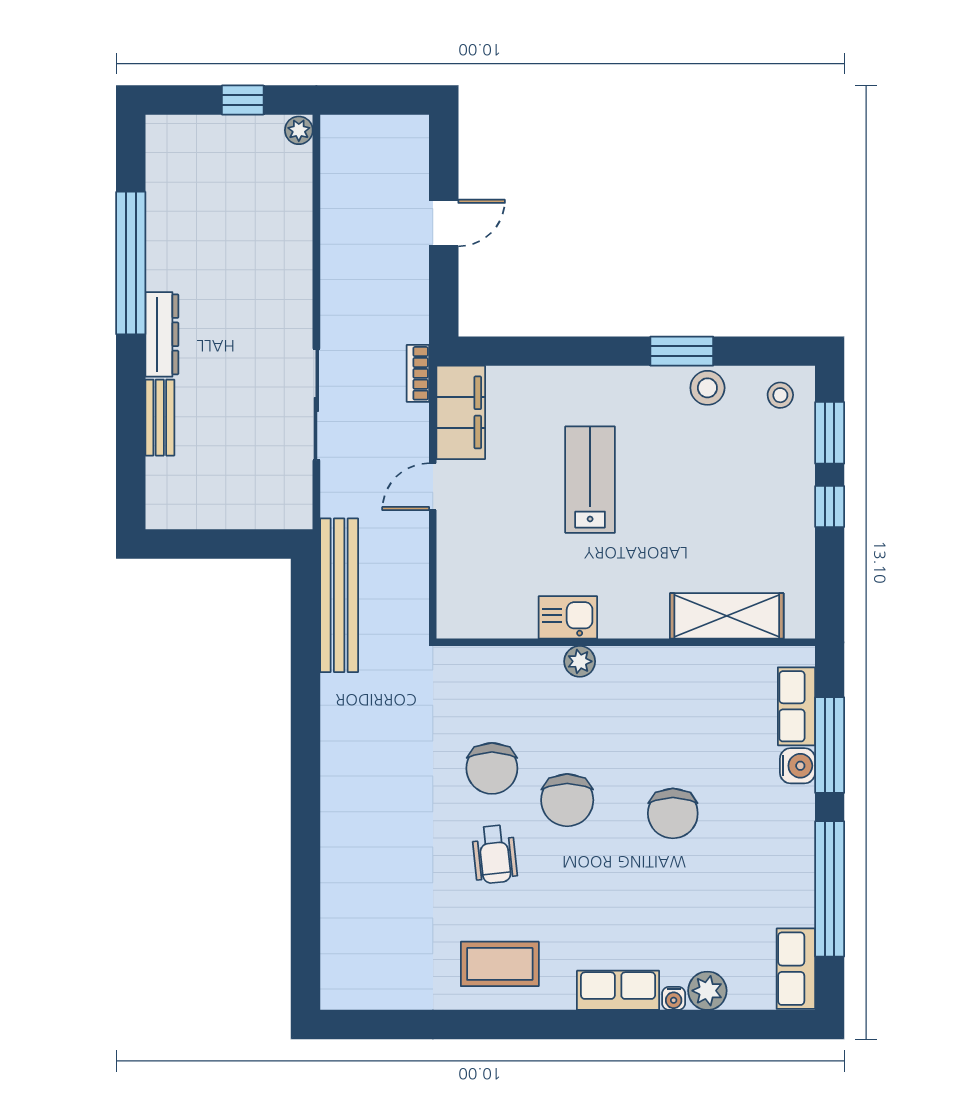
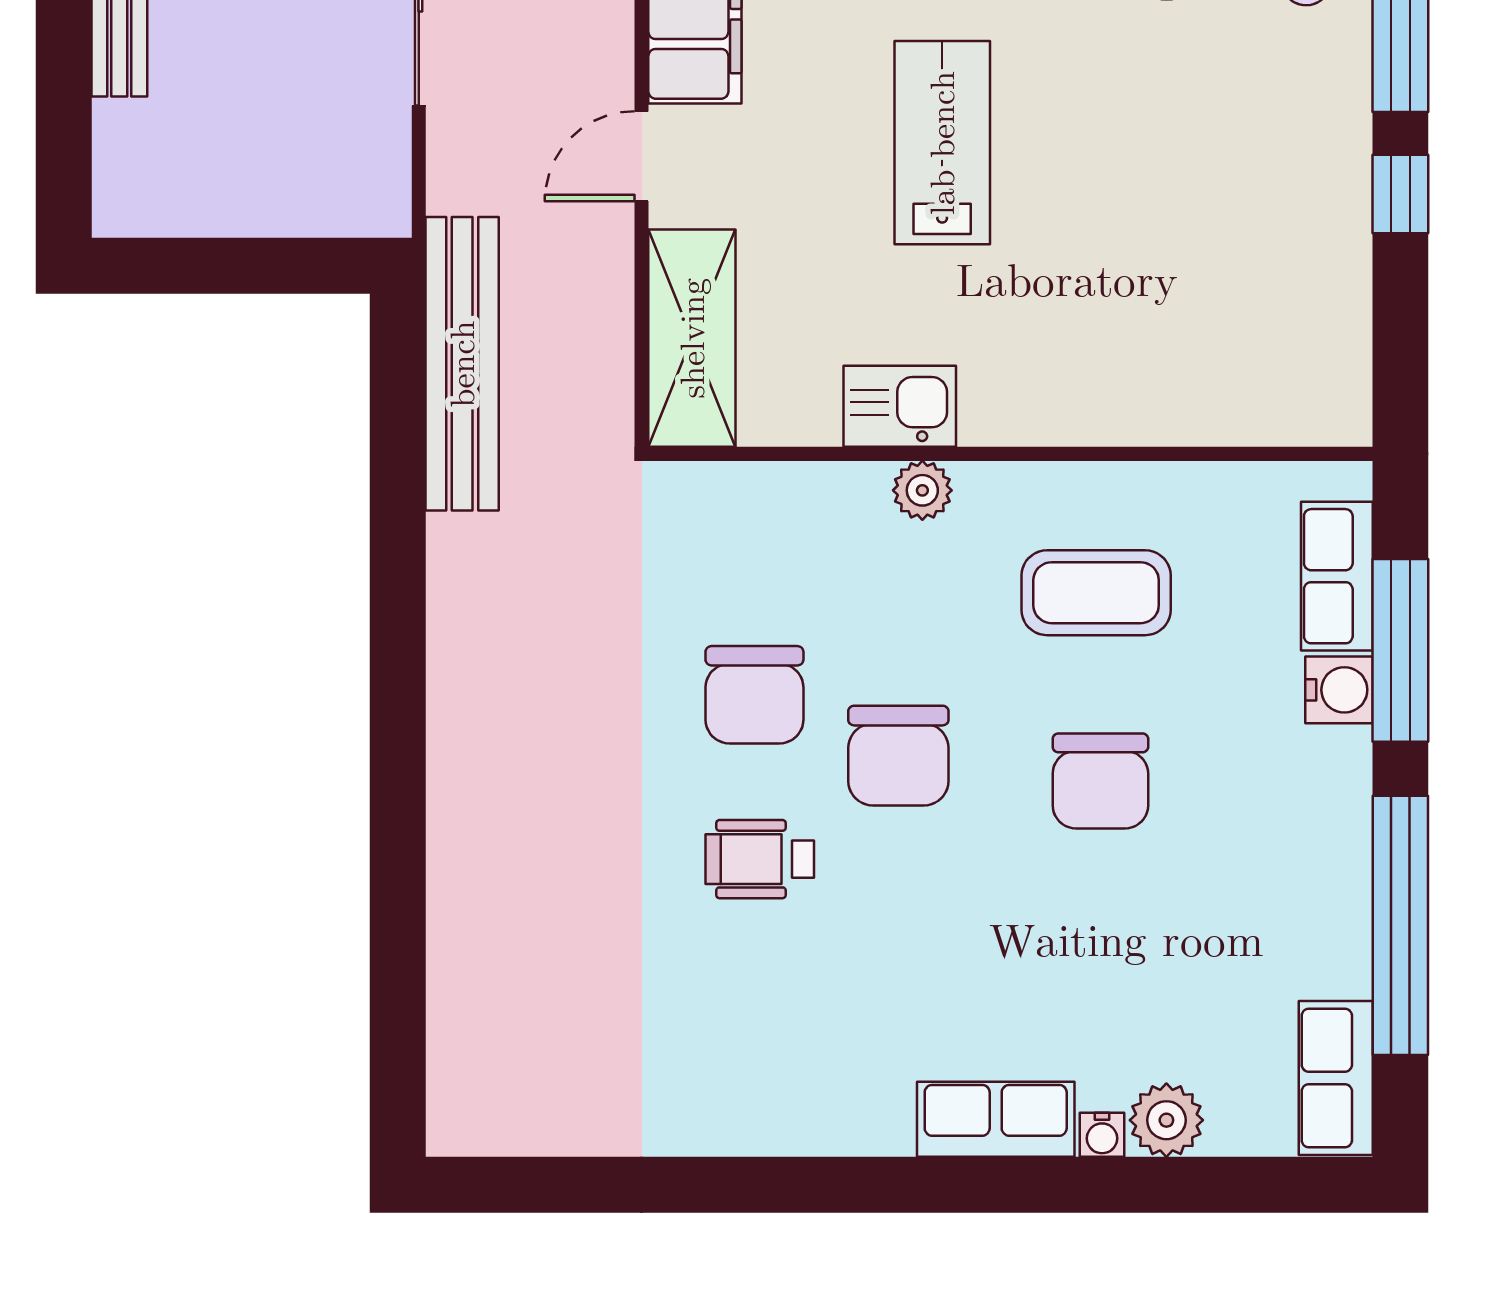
shelving: (727, 616) -> (692, 338), moved, turned 90
wheelchair: (495, 854) -> (760, 859), turned 96
coffee table: (500, 964) -> (1096, 593), moved

